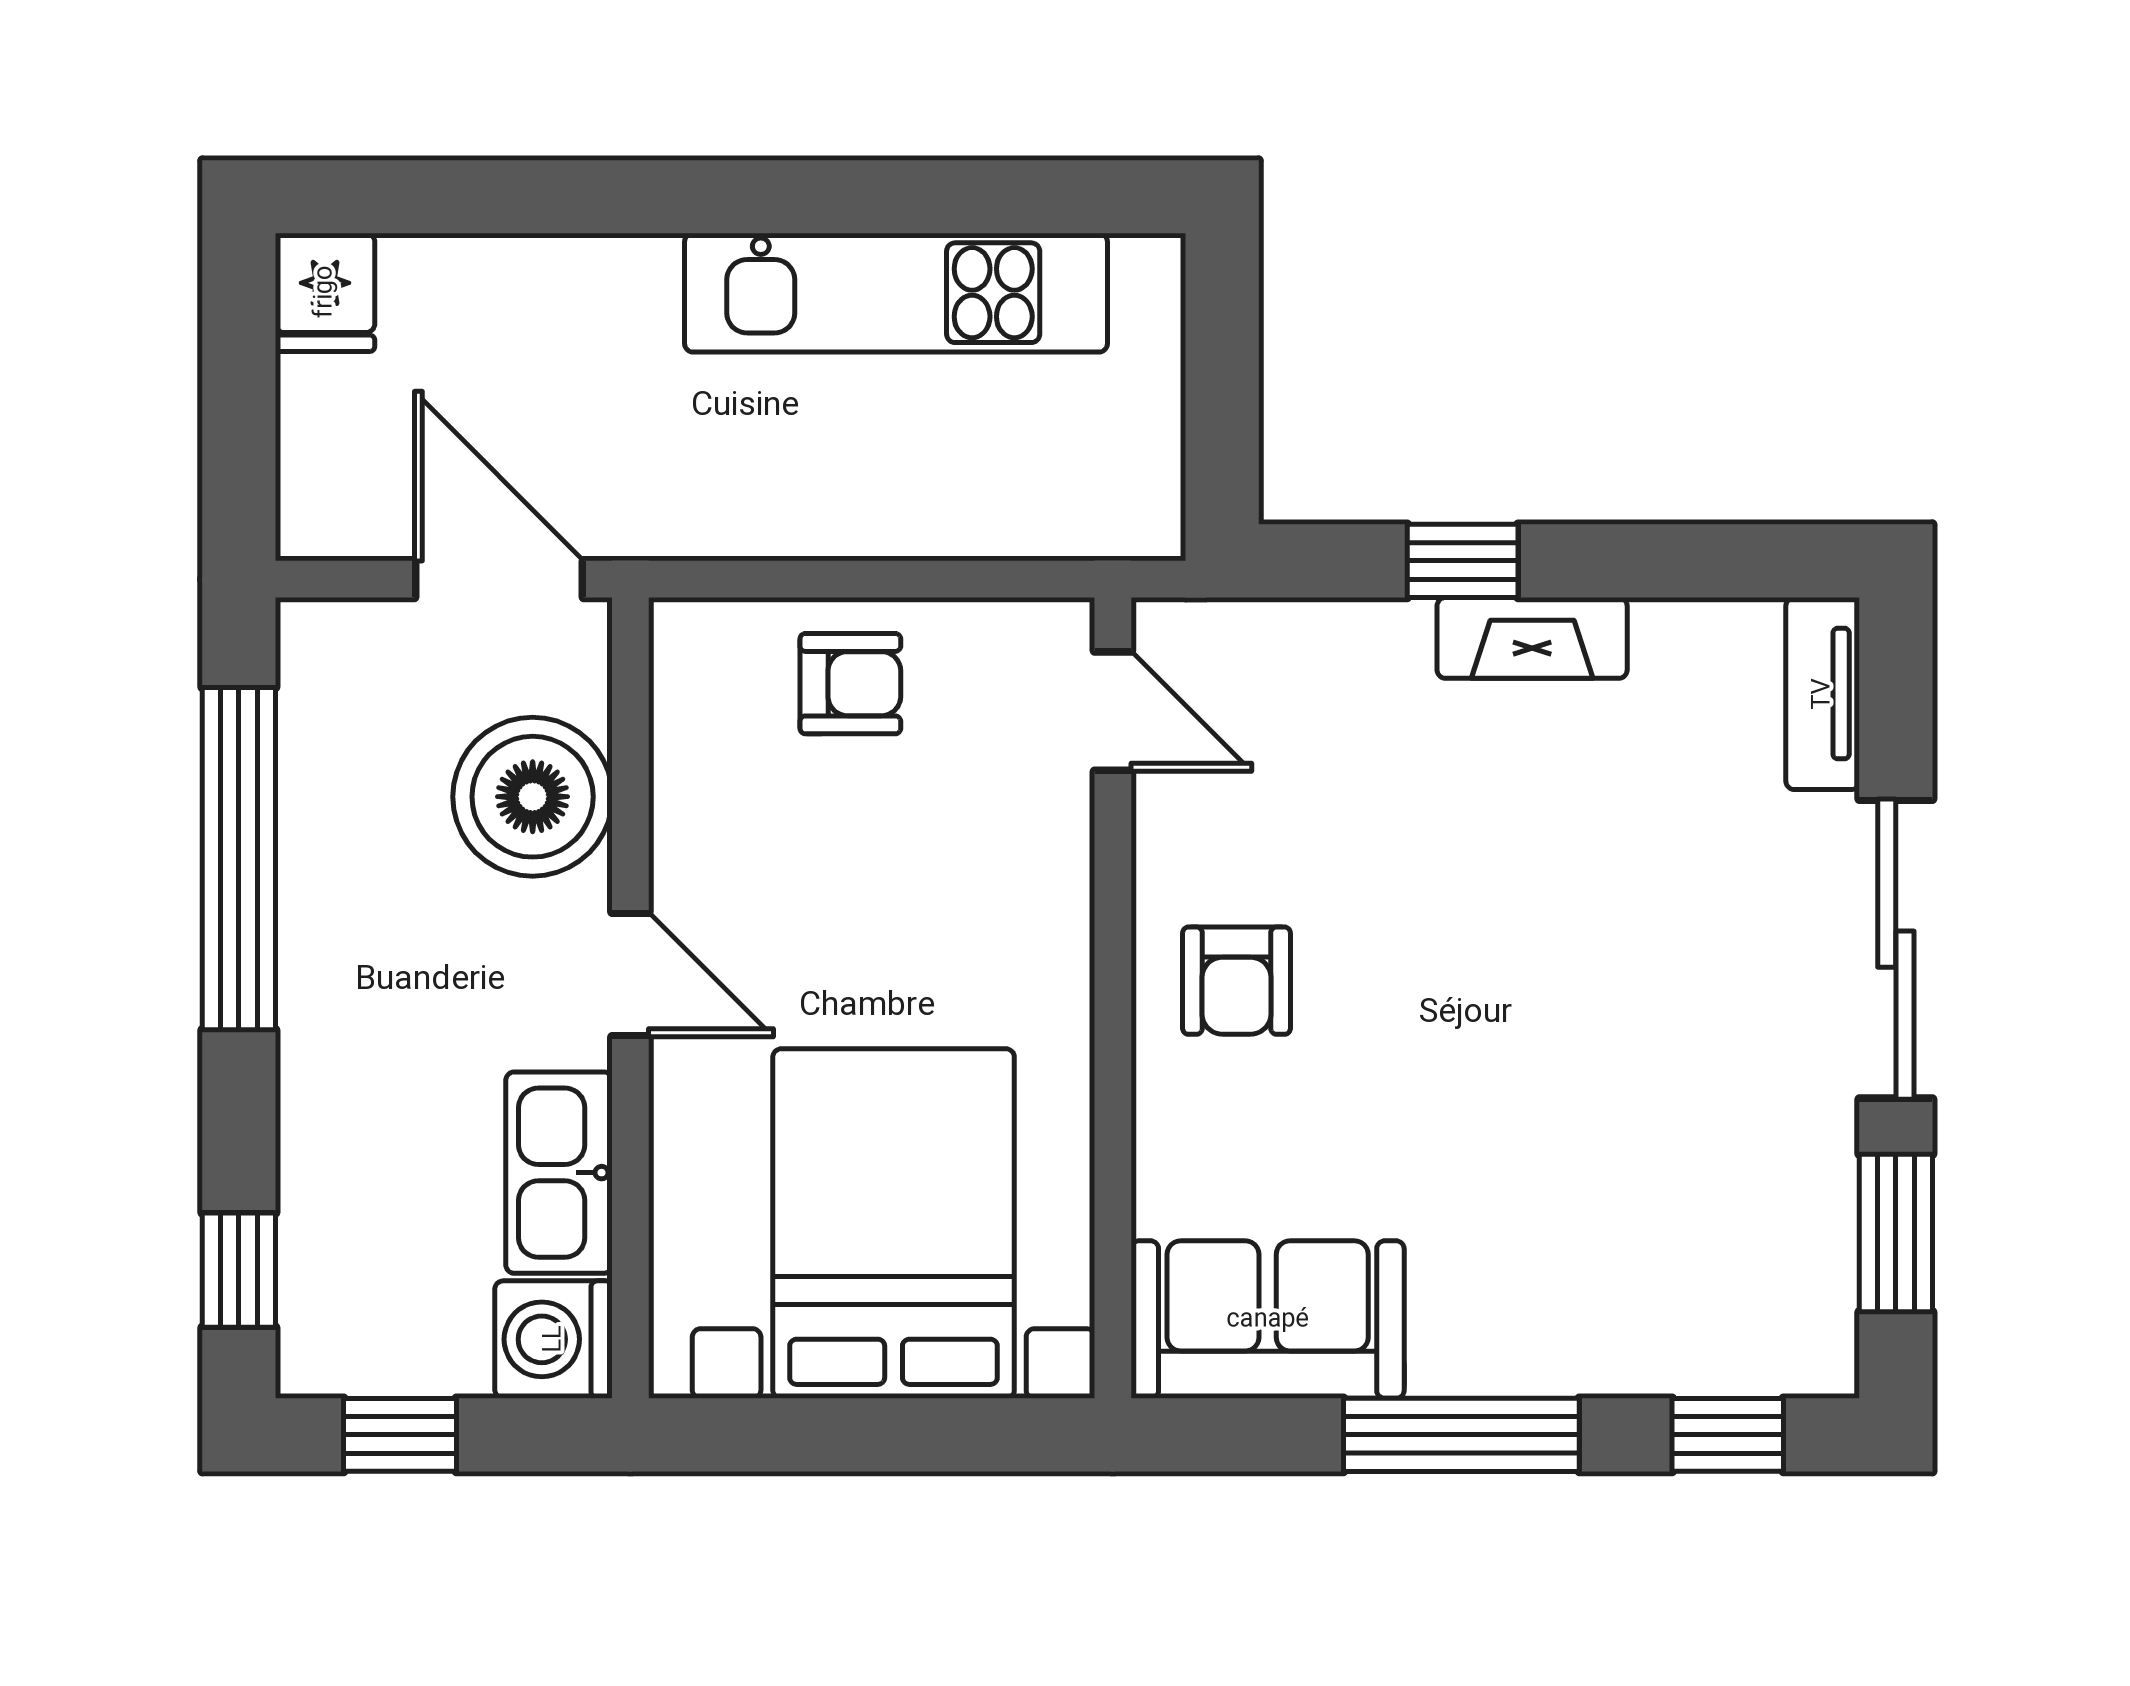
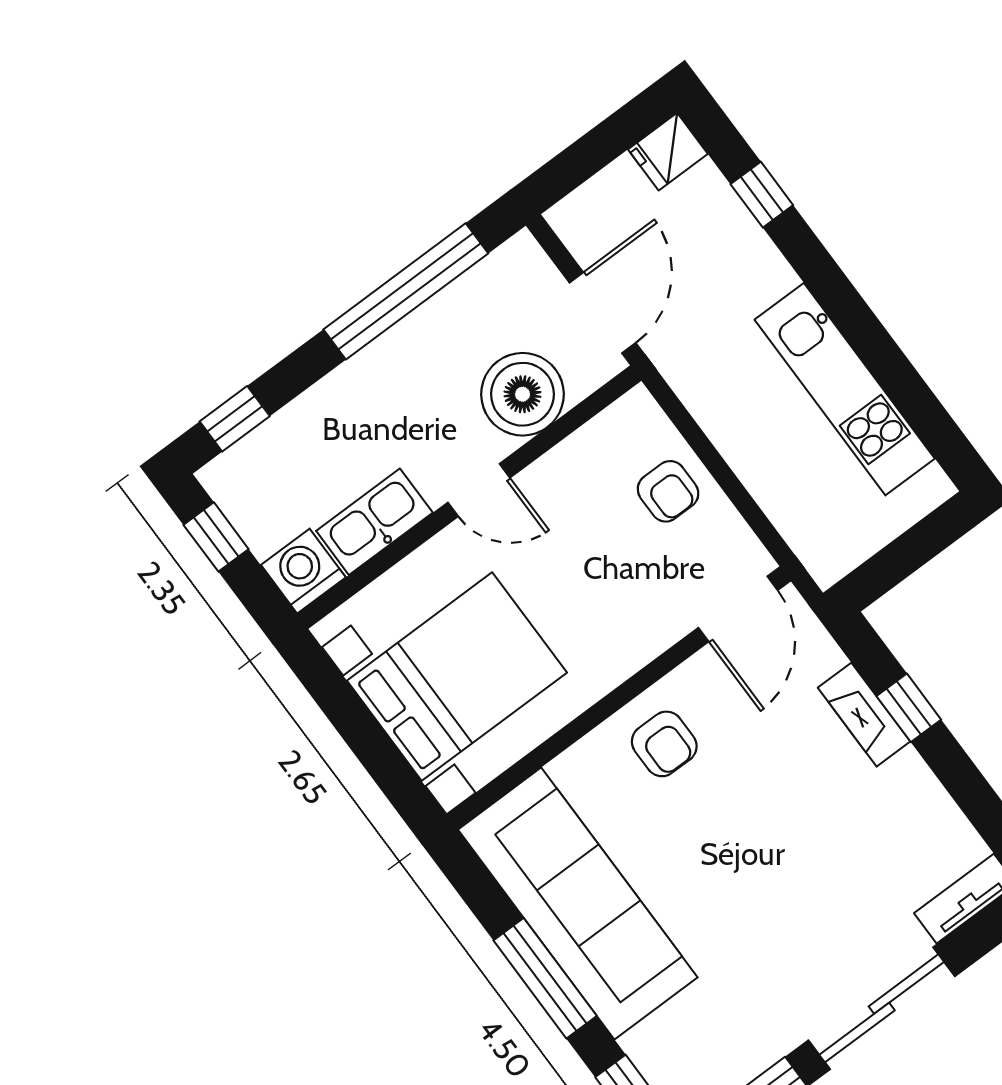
window: (500, 197) -> (762, 195), added
fireplace: (1532, 638) -> (864, 715), moved
door: (1113, 711) -> (738, 609), width x1.38
door: (630, 975) -> (479, 490), hinge flipped
armchair: (1236, 981) -> (664, 744), turned -90
sofa: (1268, 1320) -> (578, 904), width x1.85, depth x1.27

